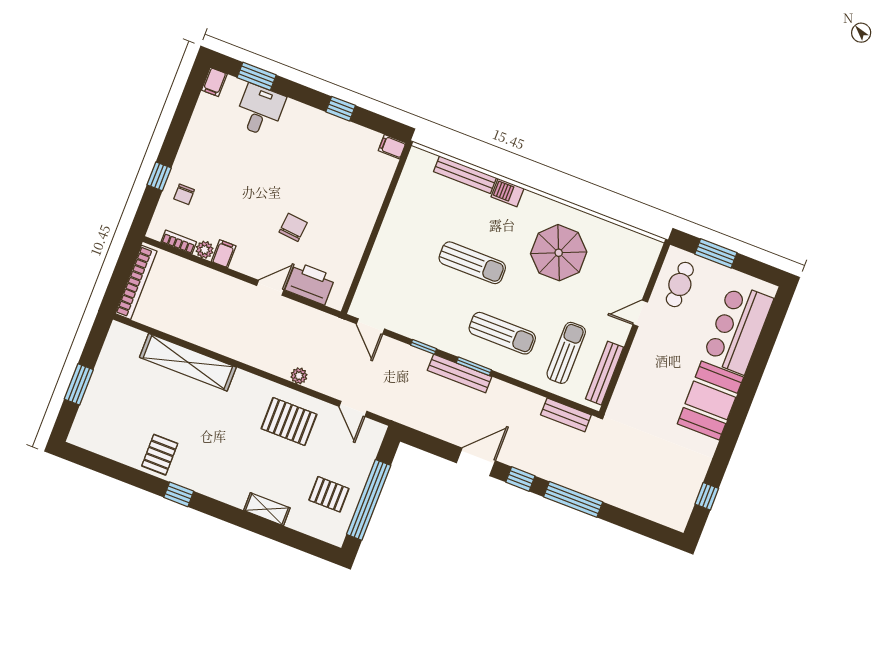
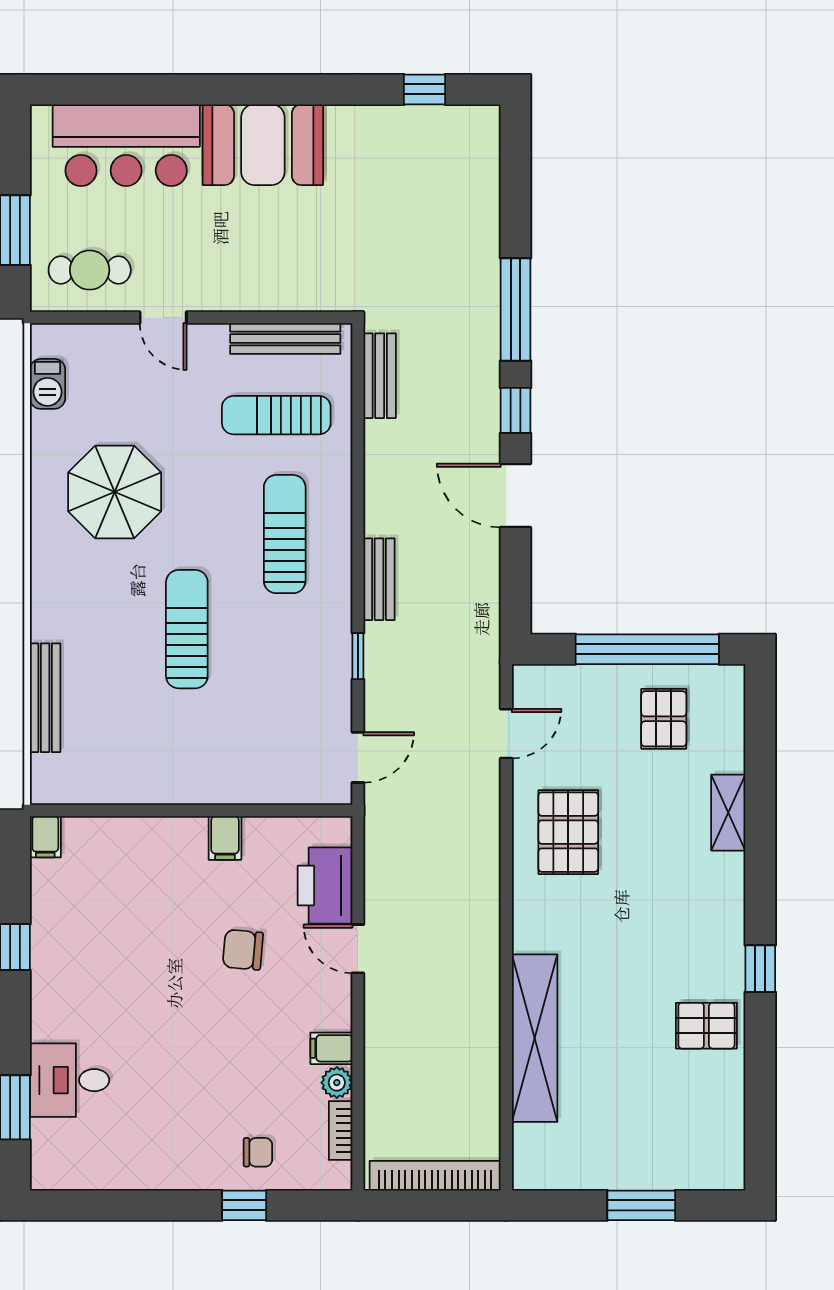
filing cabinet: (214, 82) -> (225, 838), moved, turned 90
barbecue: (508, 193) -> (47, 384), moved
window: (474, 366) -> (358, 560), removed
bench: (460, 374) -> (379, 579), width x0.73
plant: (299, 376) -> (486, 845), removed

